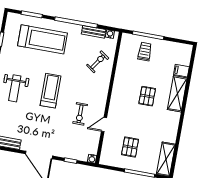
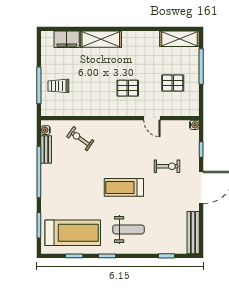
treadmill: (42, 39) -> (73, 233), moved, turned 90
filing cabinet: (181, 71) -> (67, 39), width x2.00
pallet: (147, 96) -> (128, 88), moved
exercise bike: (80, 114) -> (167, 166), moved

